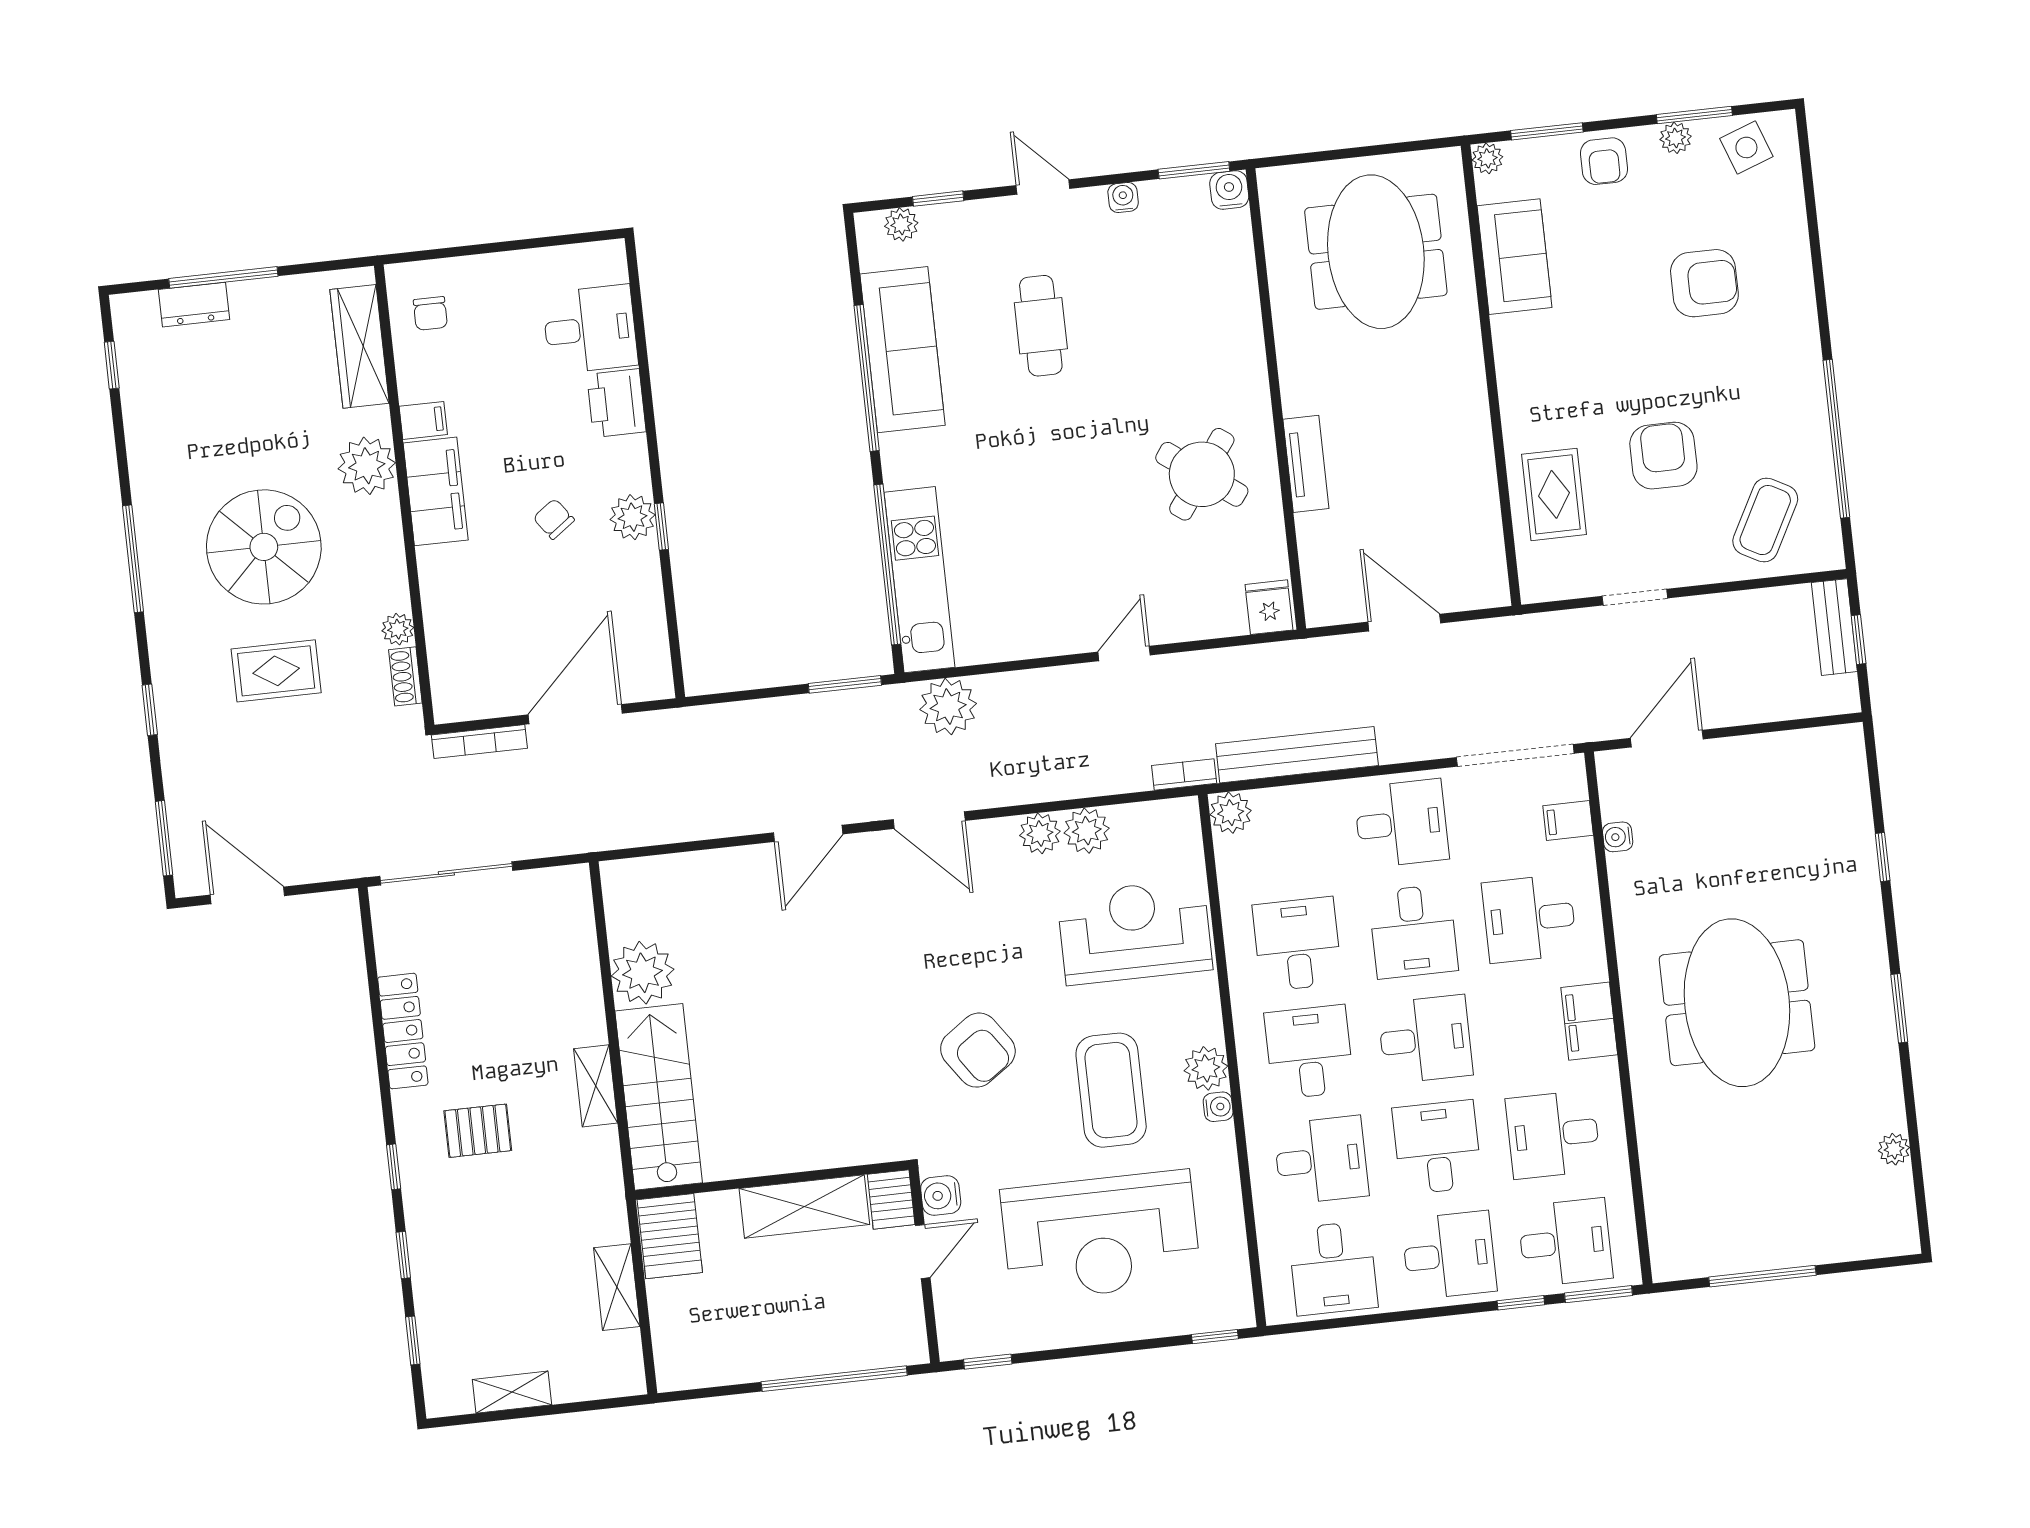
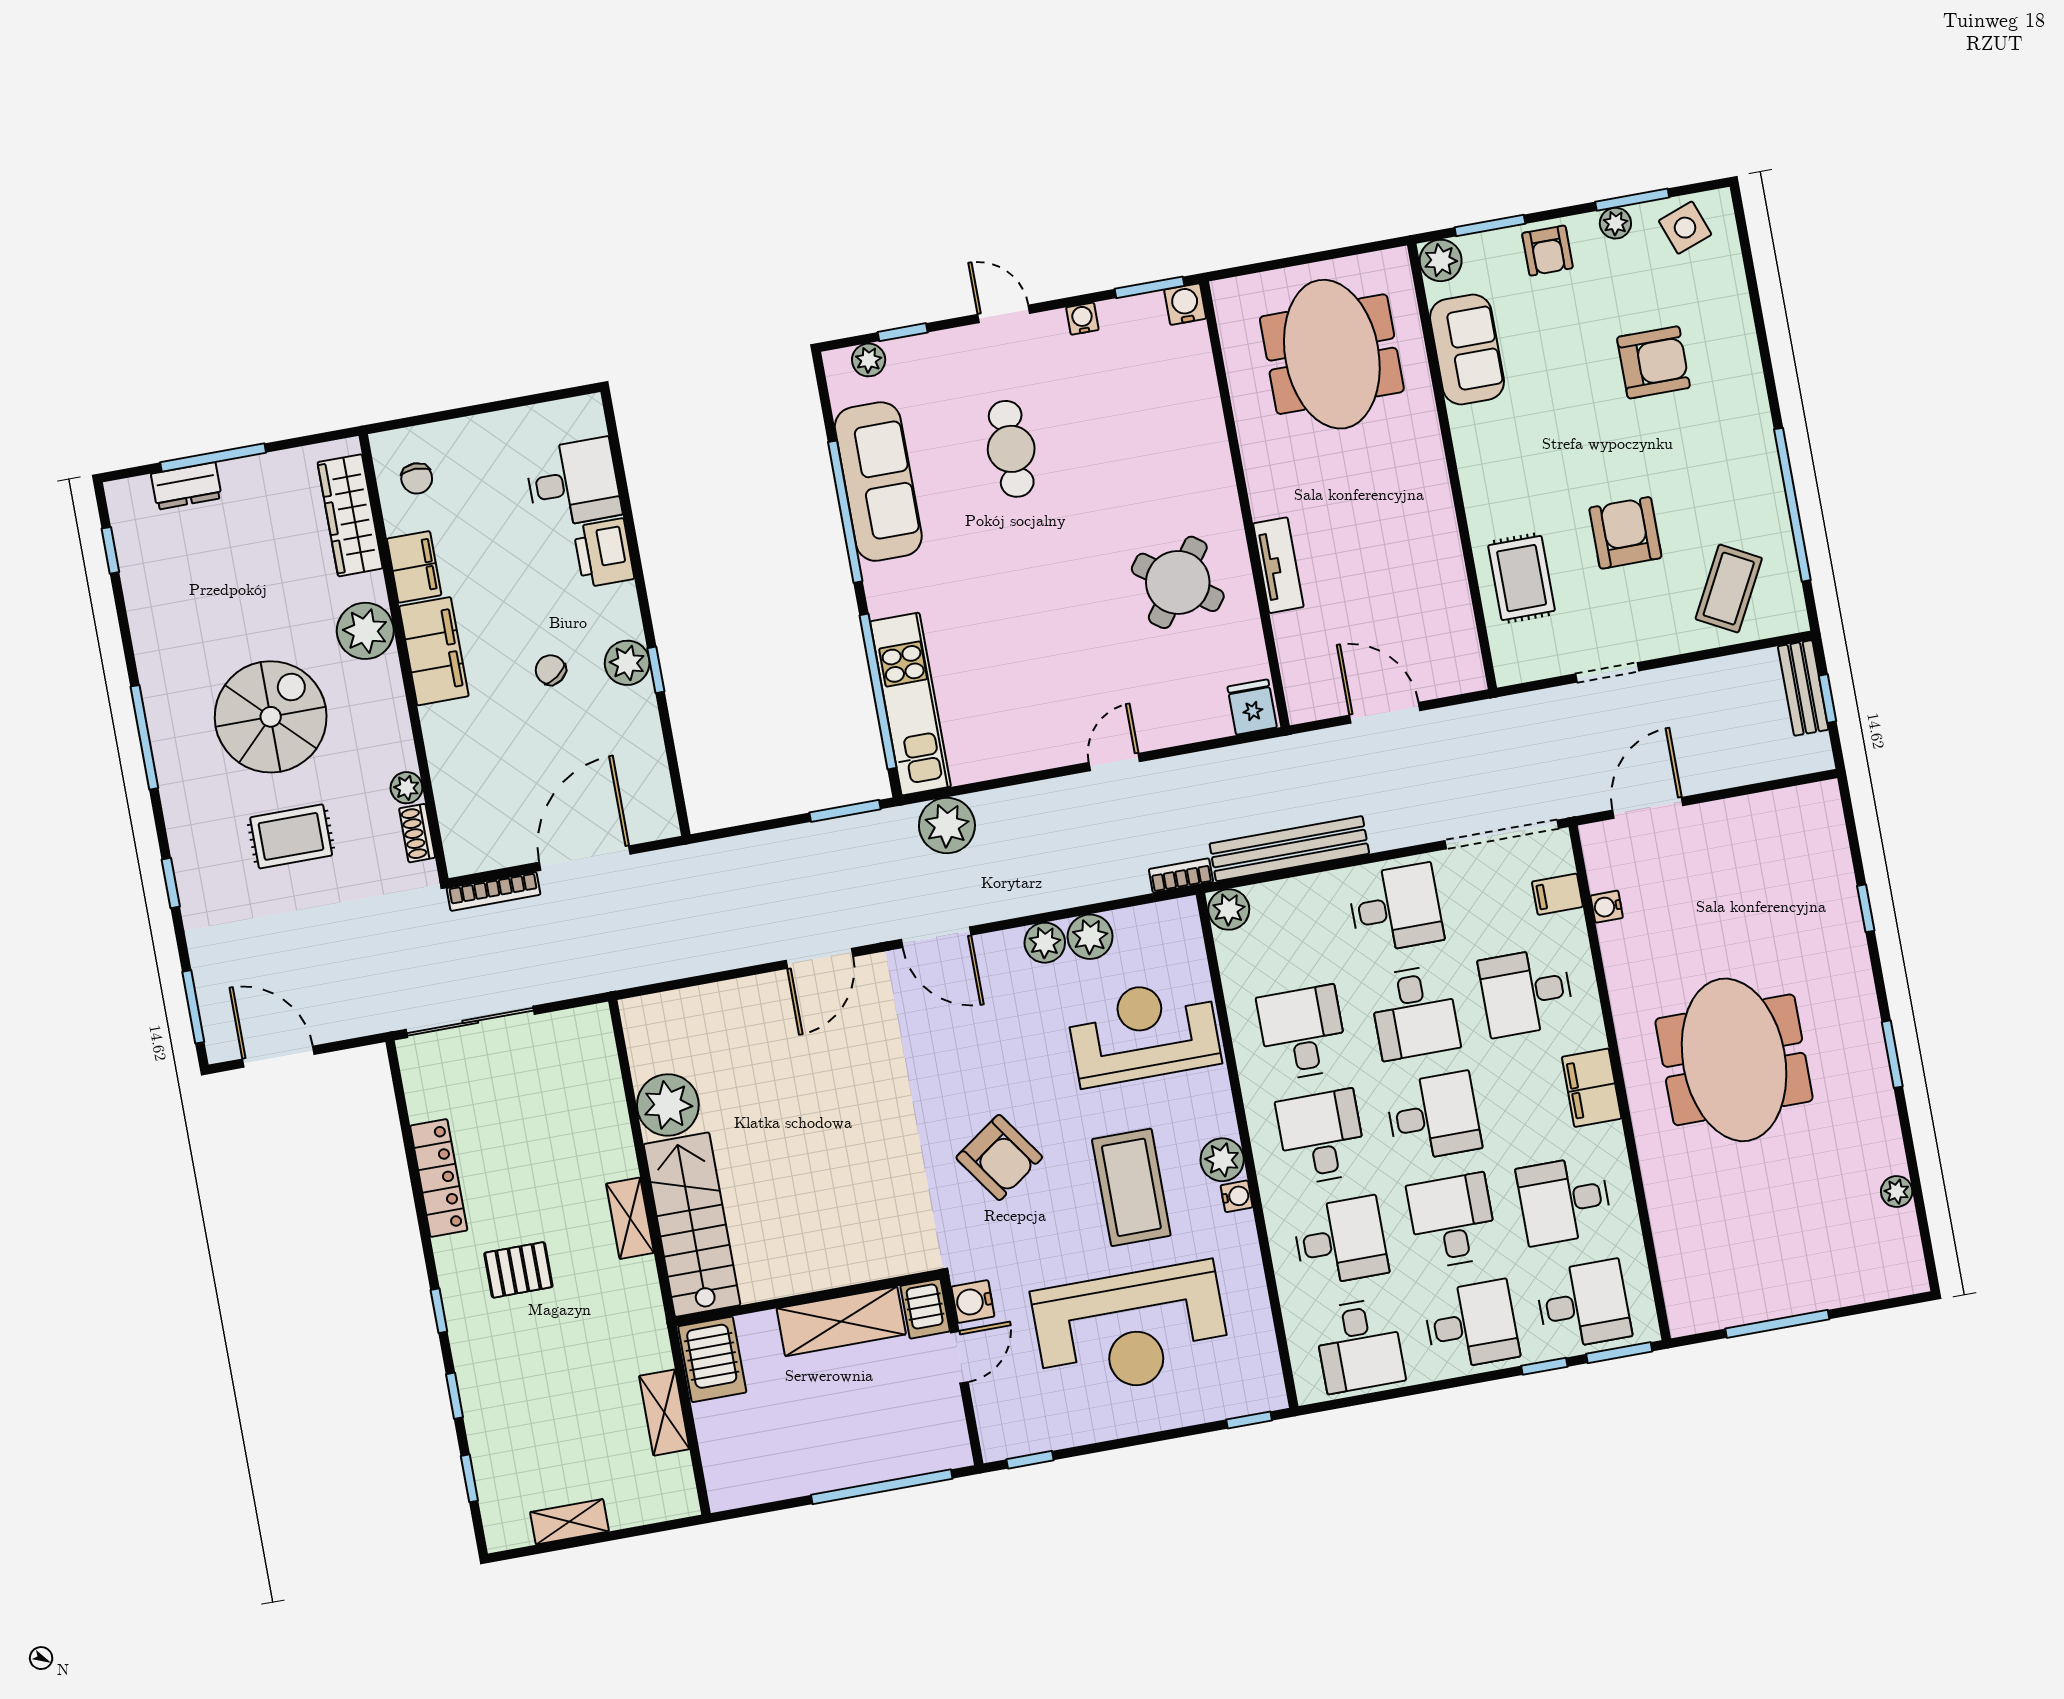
plant: (1487, 158) -> (1441, 260), width x1.38, depth x1.38
filing cabinet: (423, 420) -> (414, 567), width x2.00

